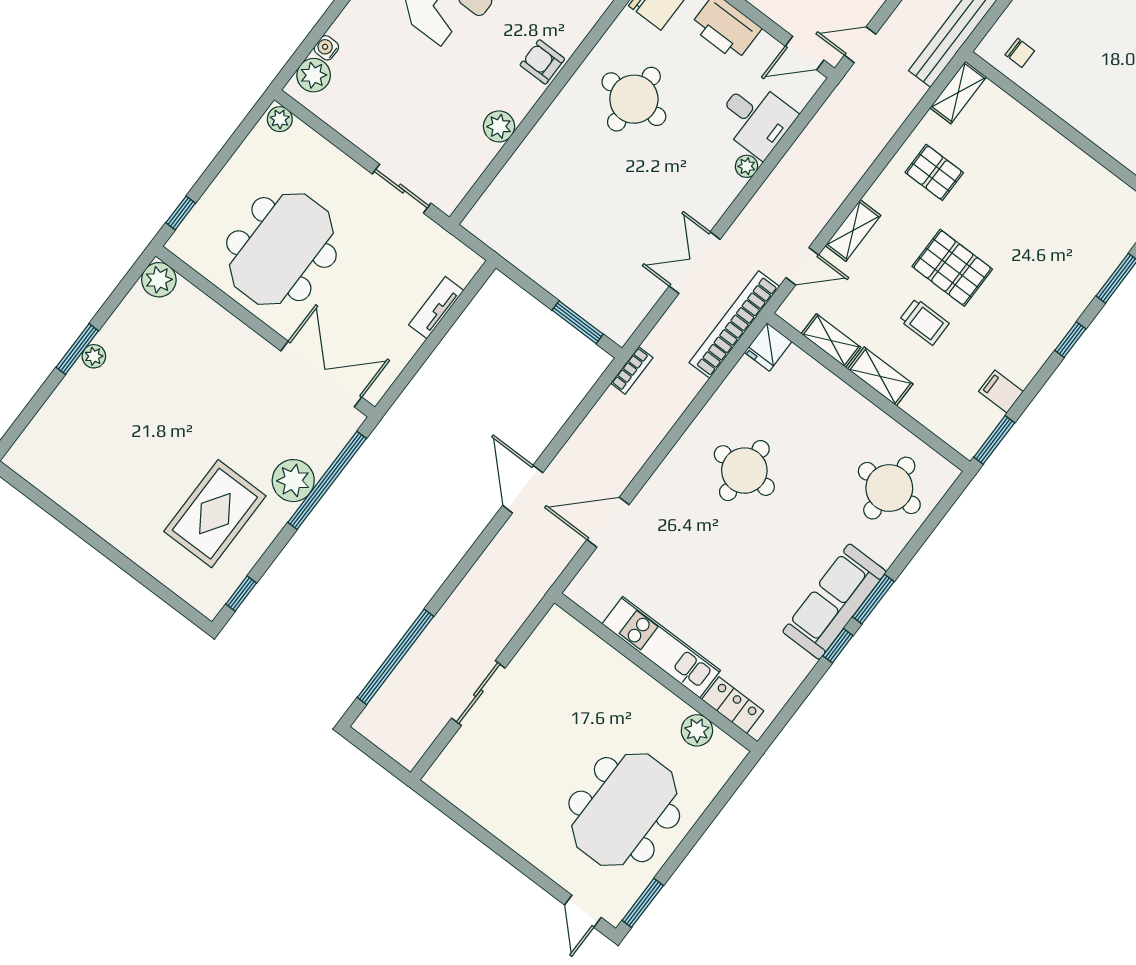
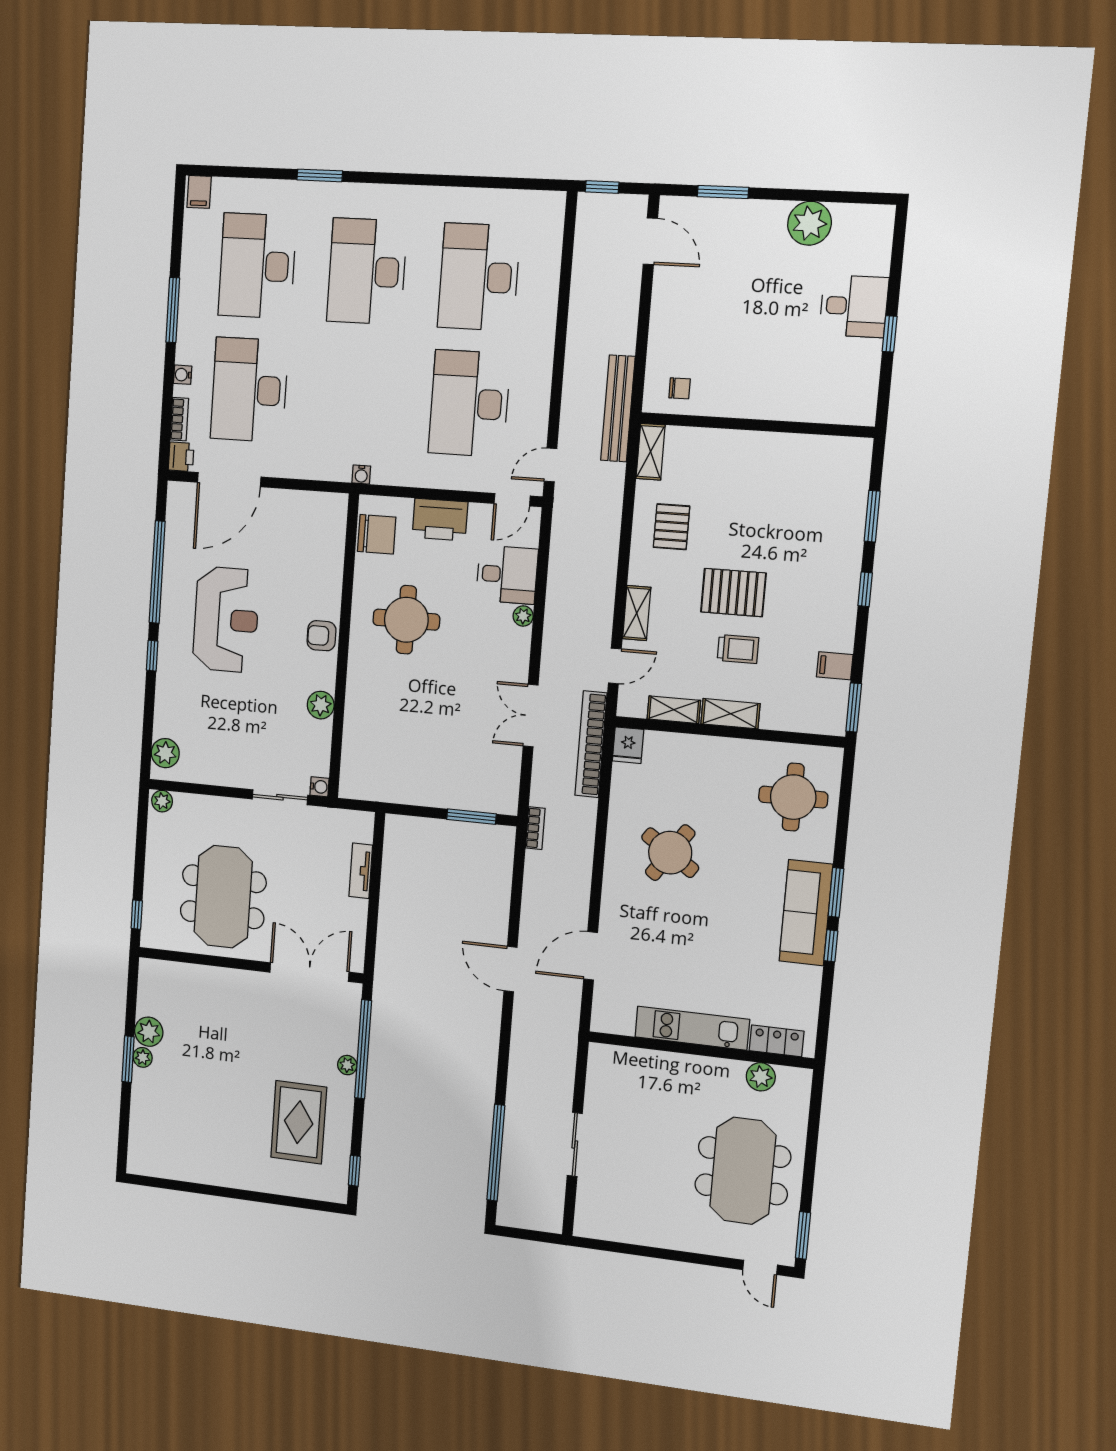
water cooler: (326, 48) -> (319, 787), moved, turned 180
pallet: (934, 172) -> (672, 527), turned 90
plant: (159, 280) -> (149, 1032), moved
round table: (744, 471) -> (670, 853), turned 34
plant: (293, 481) -> (347, 1065), width x0.53, depth x0.53

